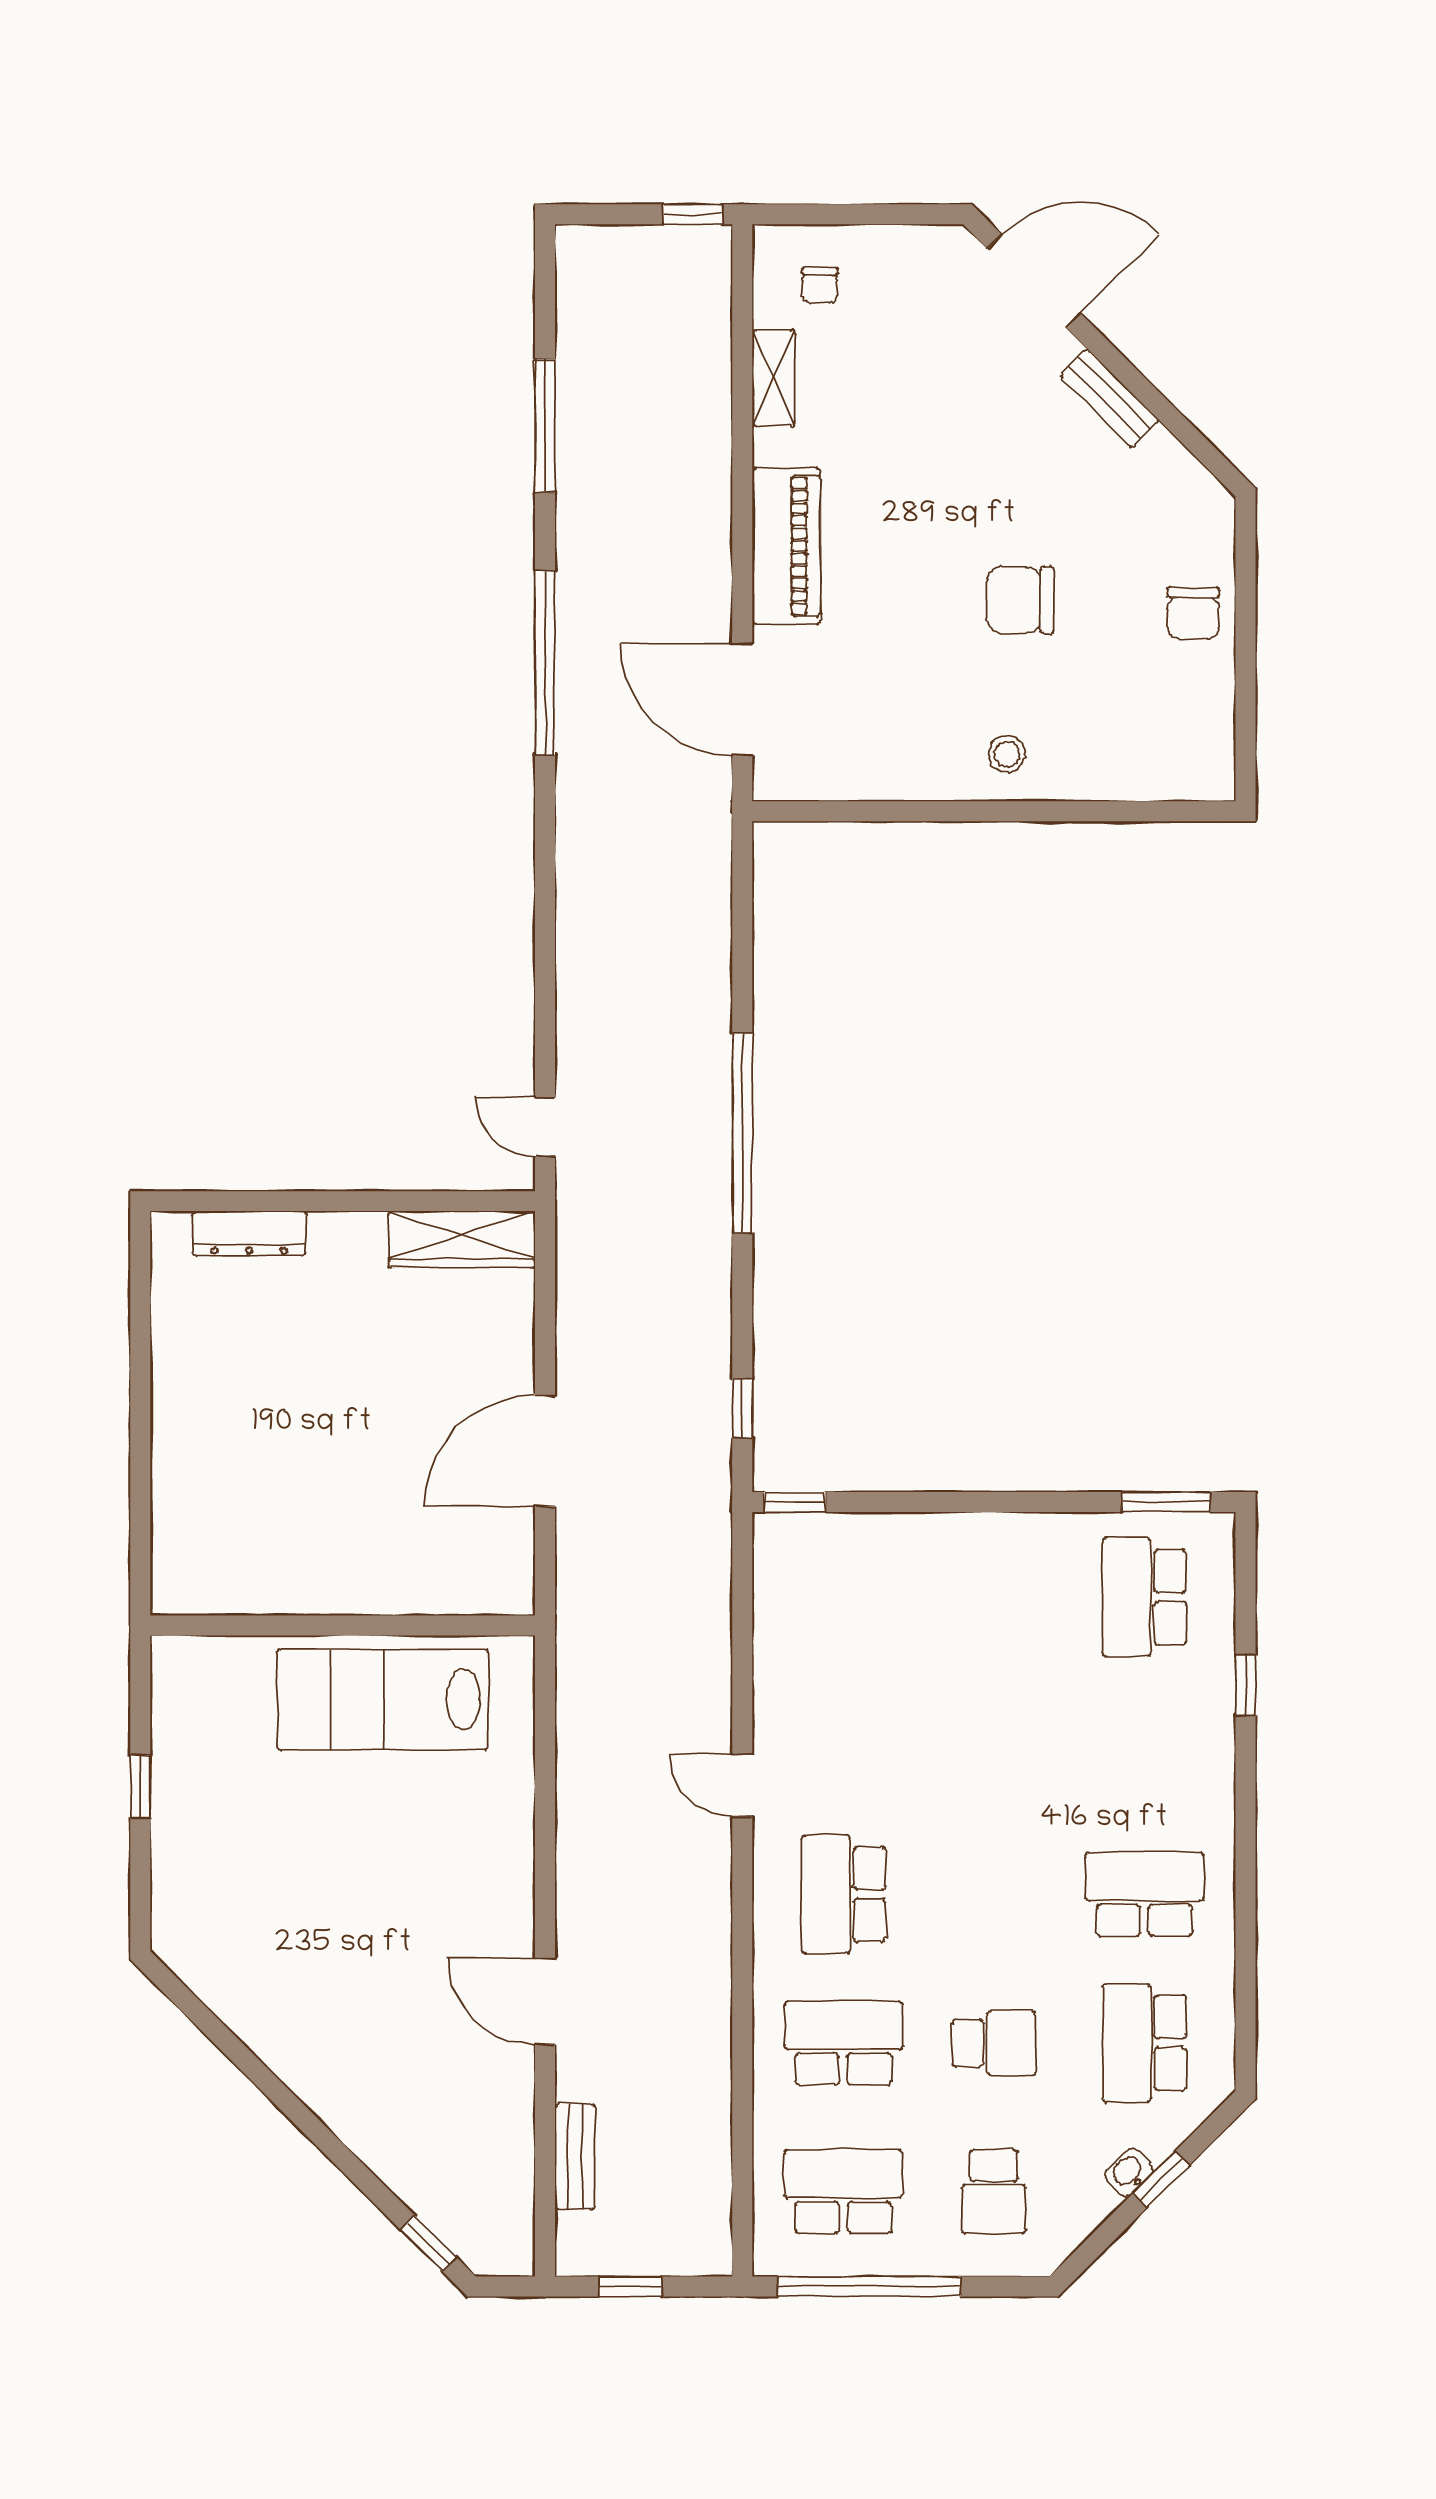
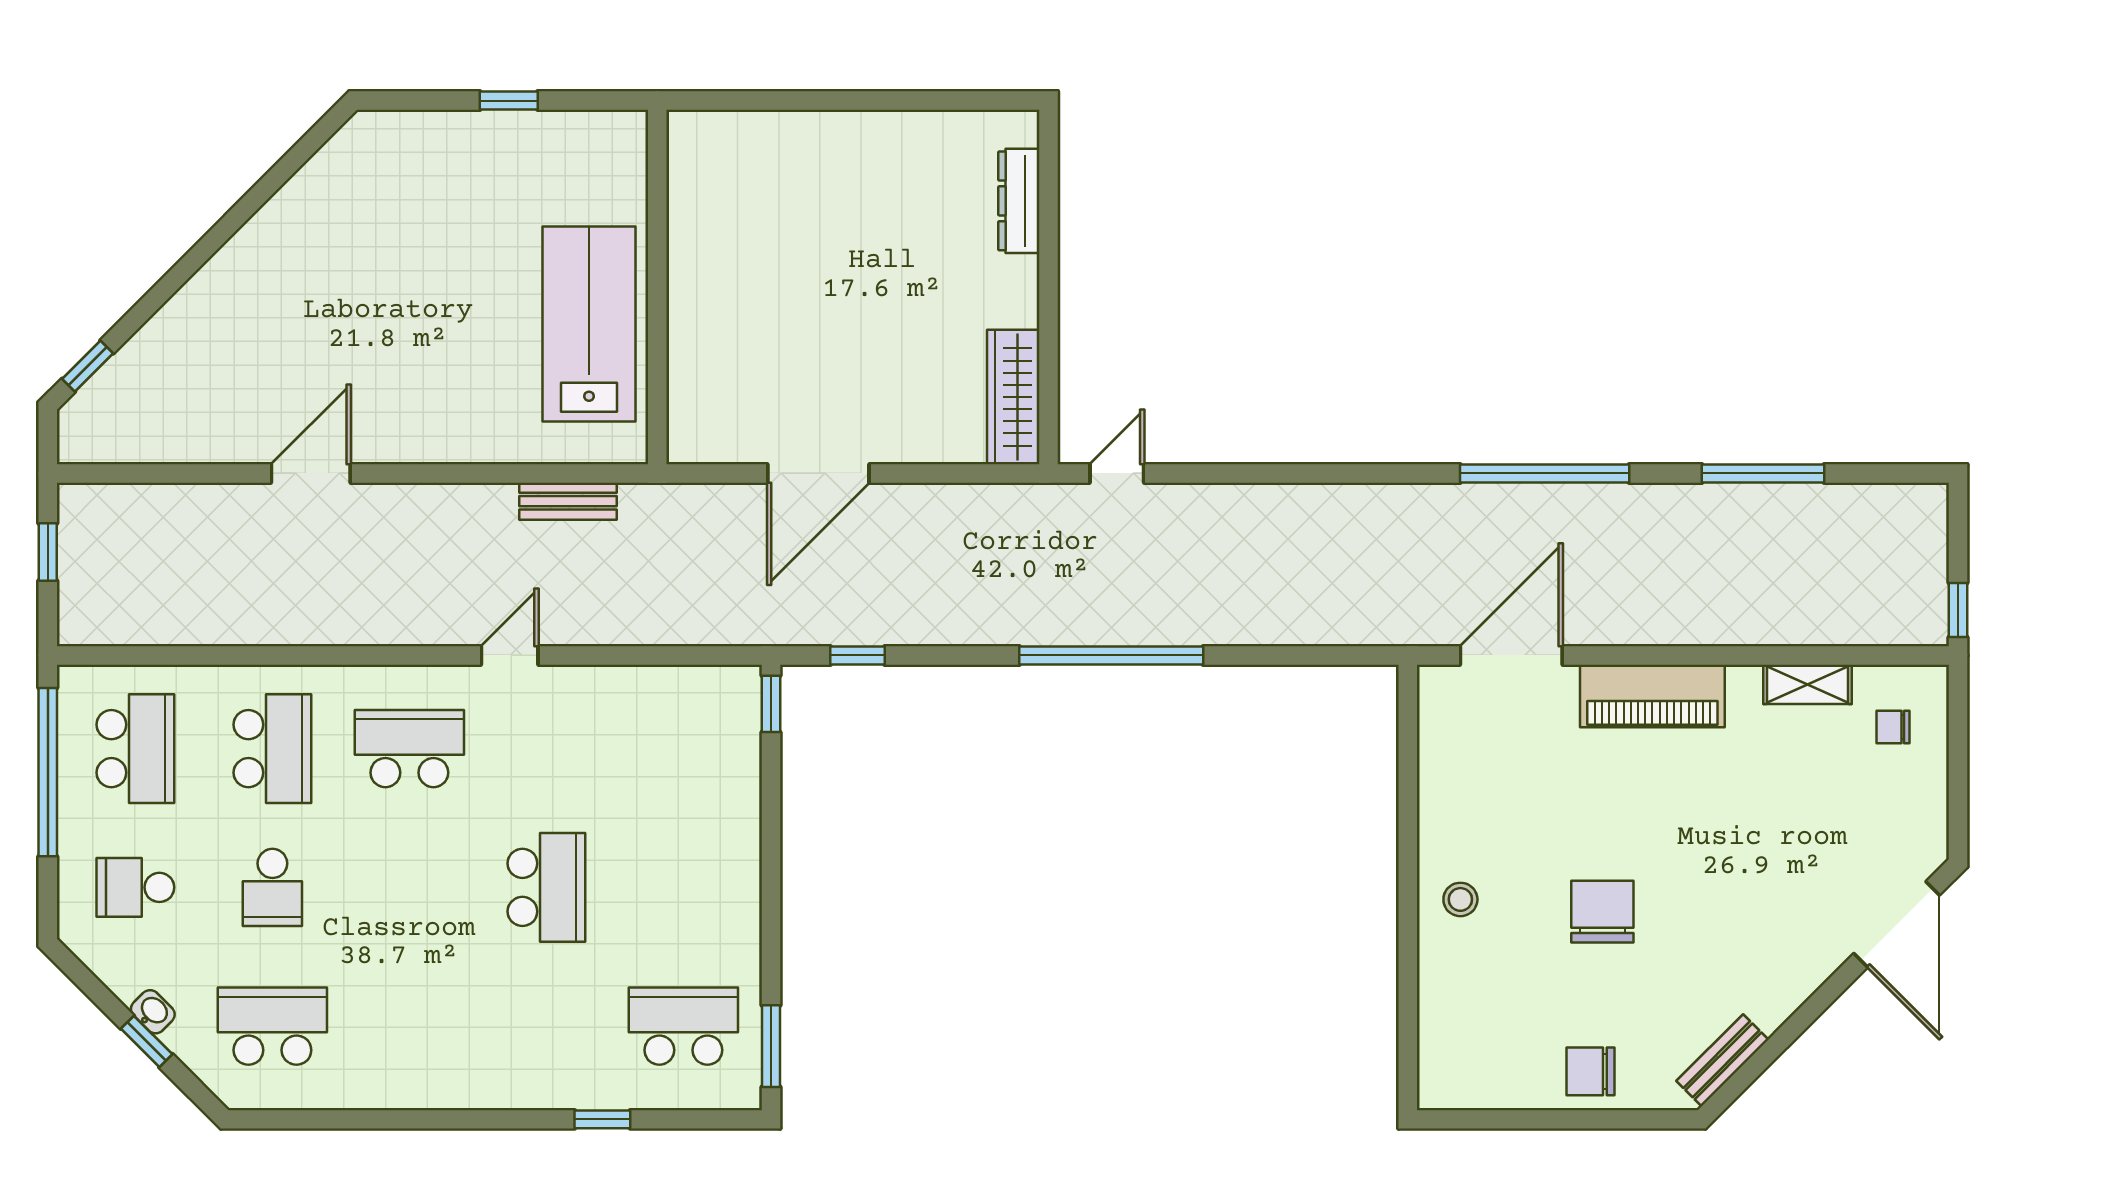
bench: (1110, 398) -> (1722, 1060), moved
door: (545, 1451) -> (818, 473), swing flipped
school desk: (1144, 1894) -> (546, 887), moved
bench: (575, 2156) -> (568, 501), moved

